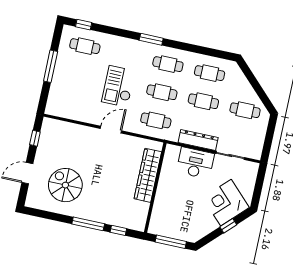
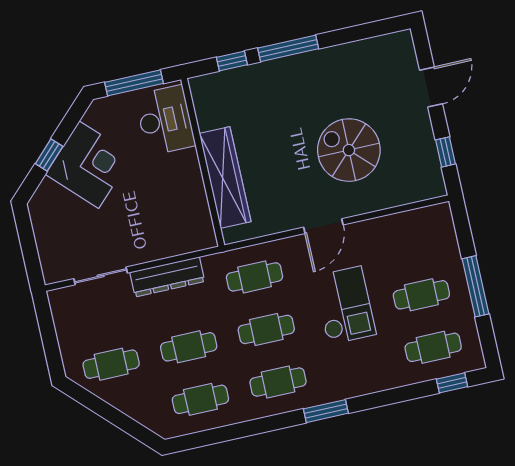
cafe table: (79, 74) -> (421, 295), added
desk: (195, 163) -> (165, 120), moved, turned -90
spiral stairs: (65, 185) -> (349, 150), moved, turned 180
corner desk: (226, 203) -> (89, 165), moved

